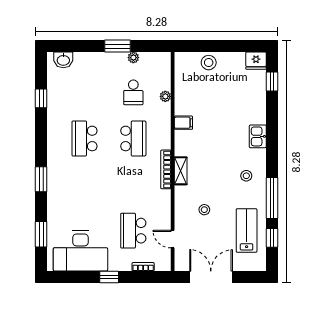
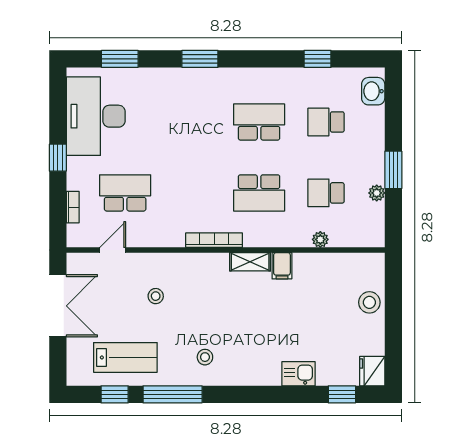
school desk: (84, 92) -> (326, 122), added
kitchen sink: (258, 136) -> (298, 374), moved
shelving: (181, 171) -> (250, 262), moved

